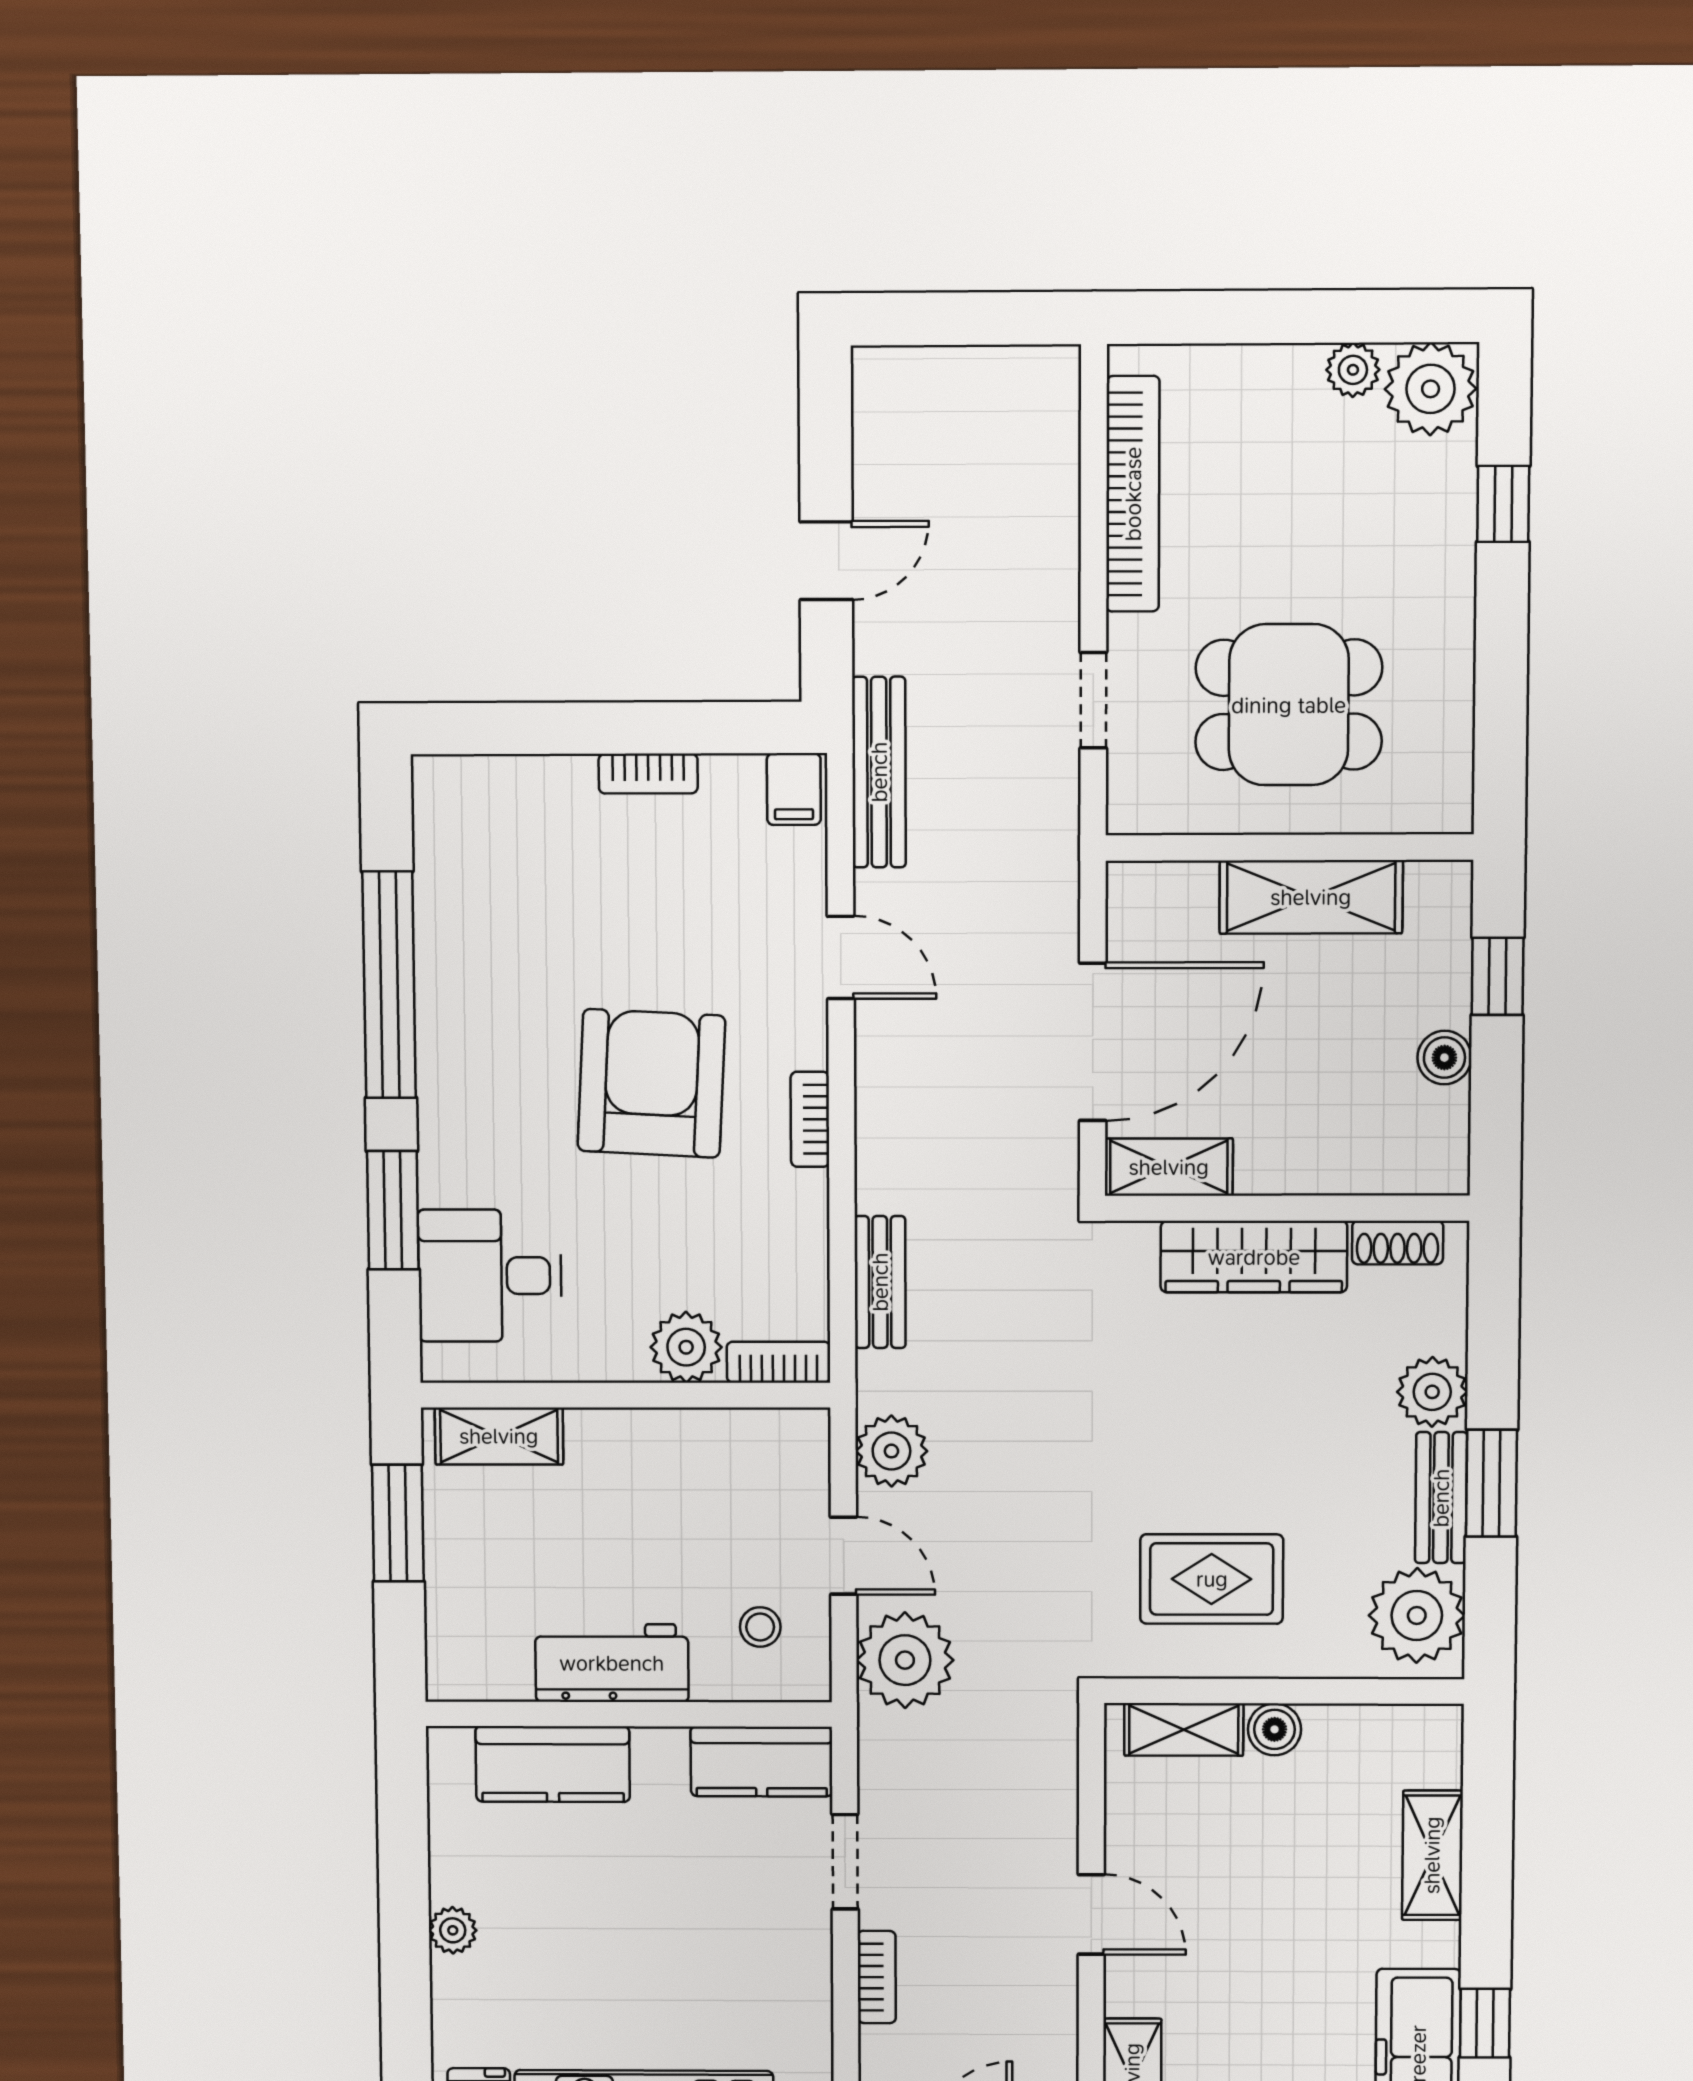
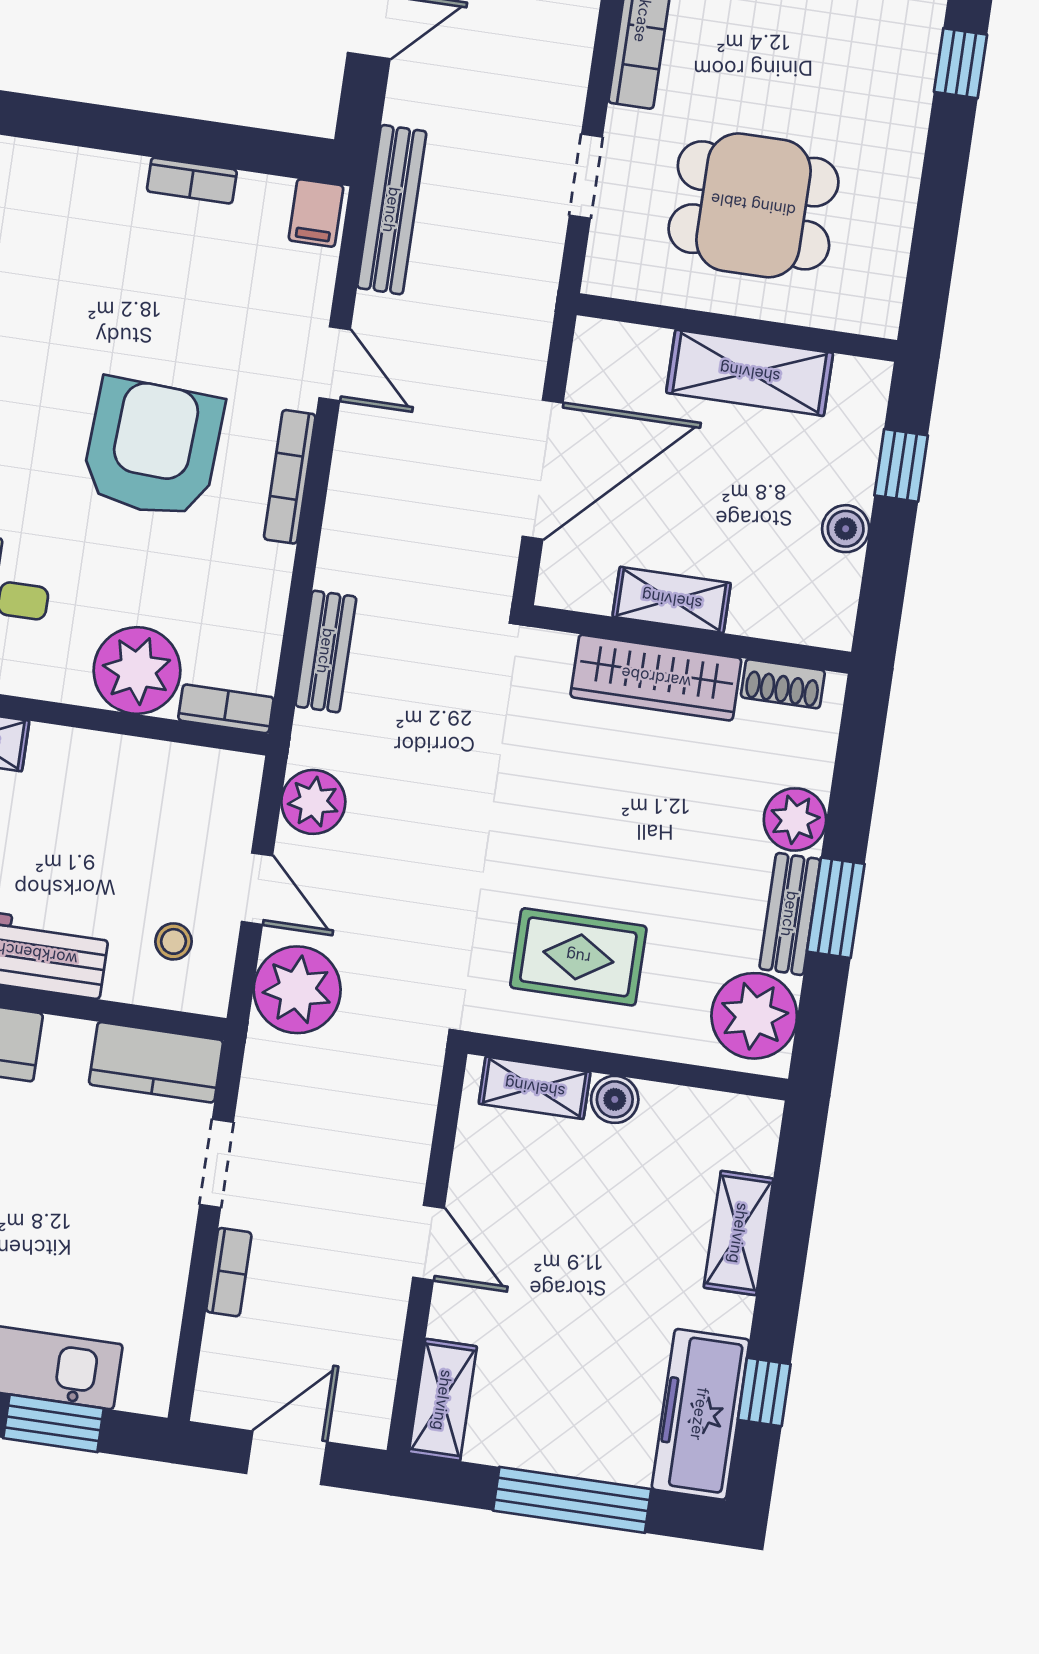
bookcase: (810, 1119) -> (290, 477), width x1.56
shelving: (1169, 1167) -> (672, 600), moved
plant: (686, 1347) -> (137, 670), width x1.36, depth x1.36

